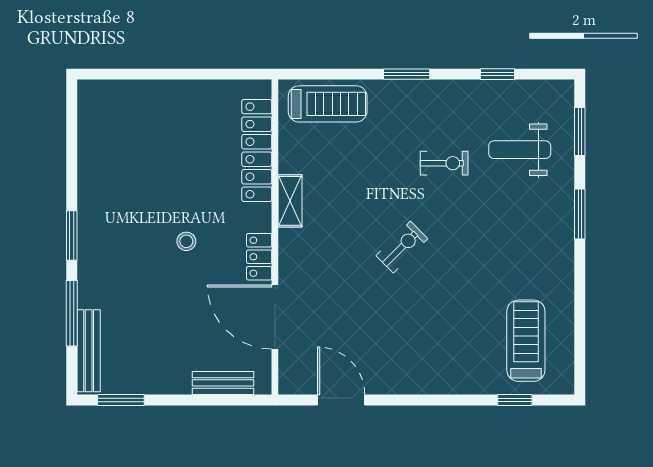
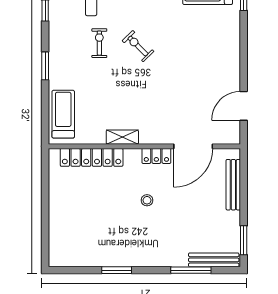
window: (72, 236) -> (117, 270), moved
exercise bike: (402, 247) -> (138, 46), moved
bench: (223, 383) -> (233, 185), width x1.36

